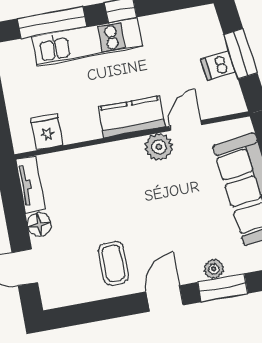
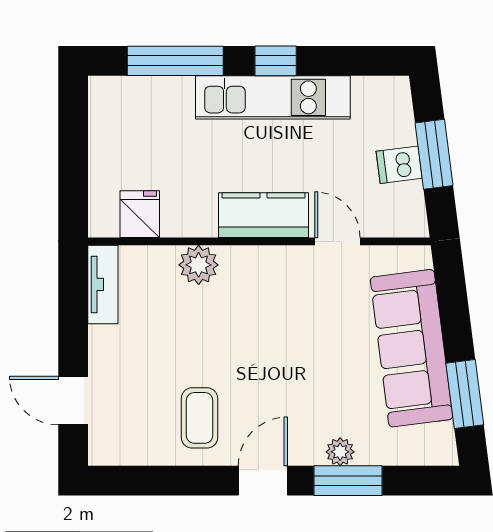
kitchen unit: (87, 42) -> (273, 97), moved
door: (185, 125) -> (337, 241), hinge flipped
plant: (159, 147) -> (199, 265), moved
floor lamp: (39, 225) -> (105, 344), removed

